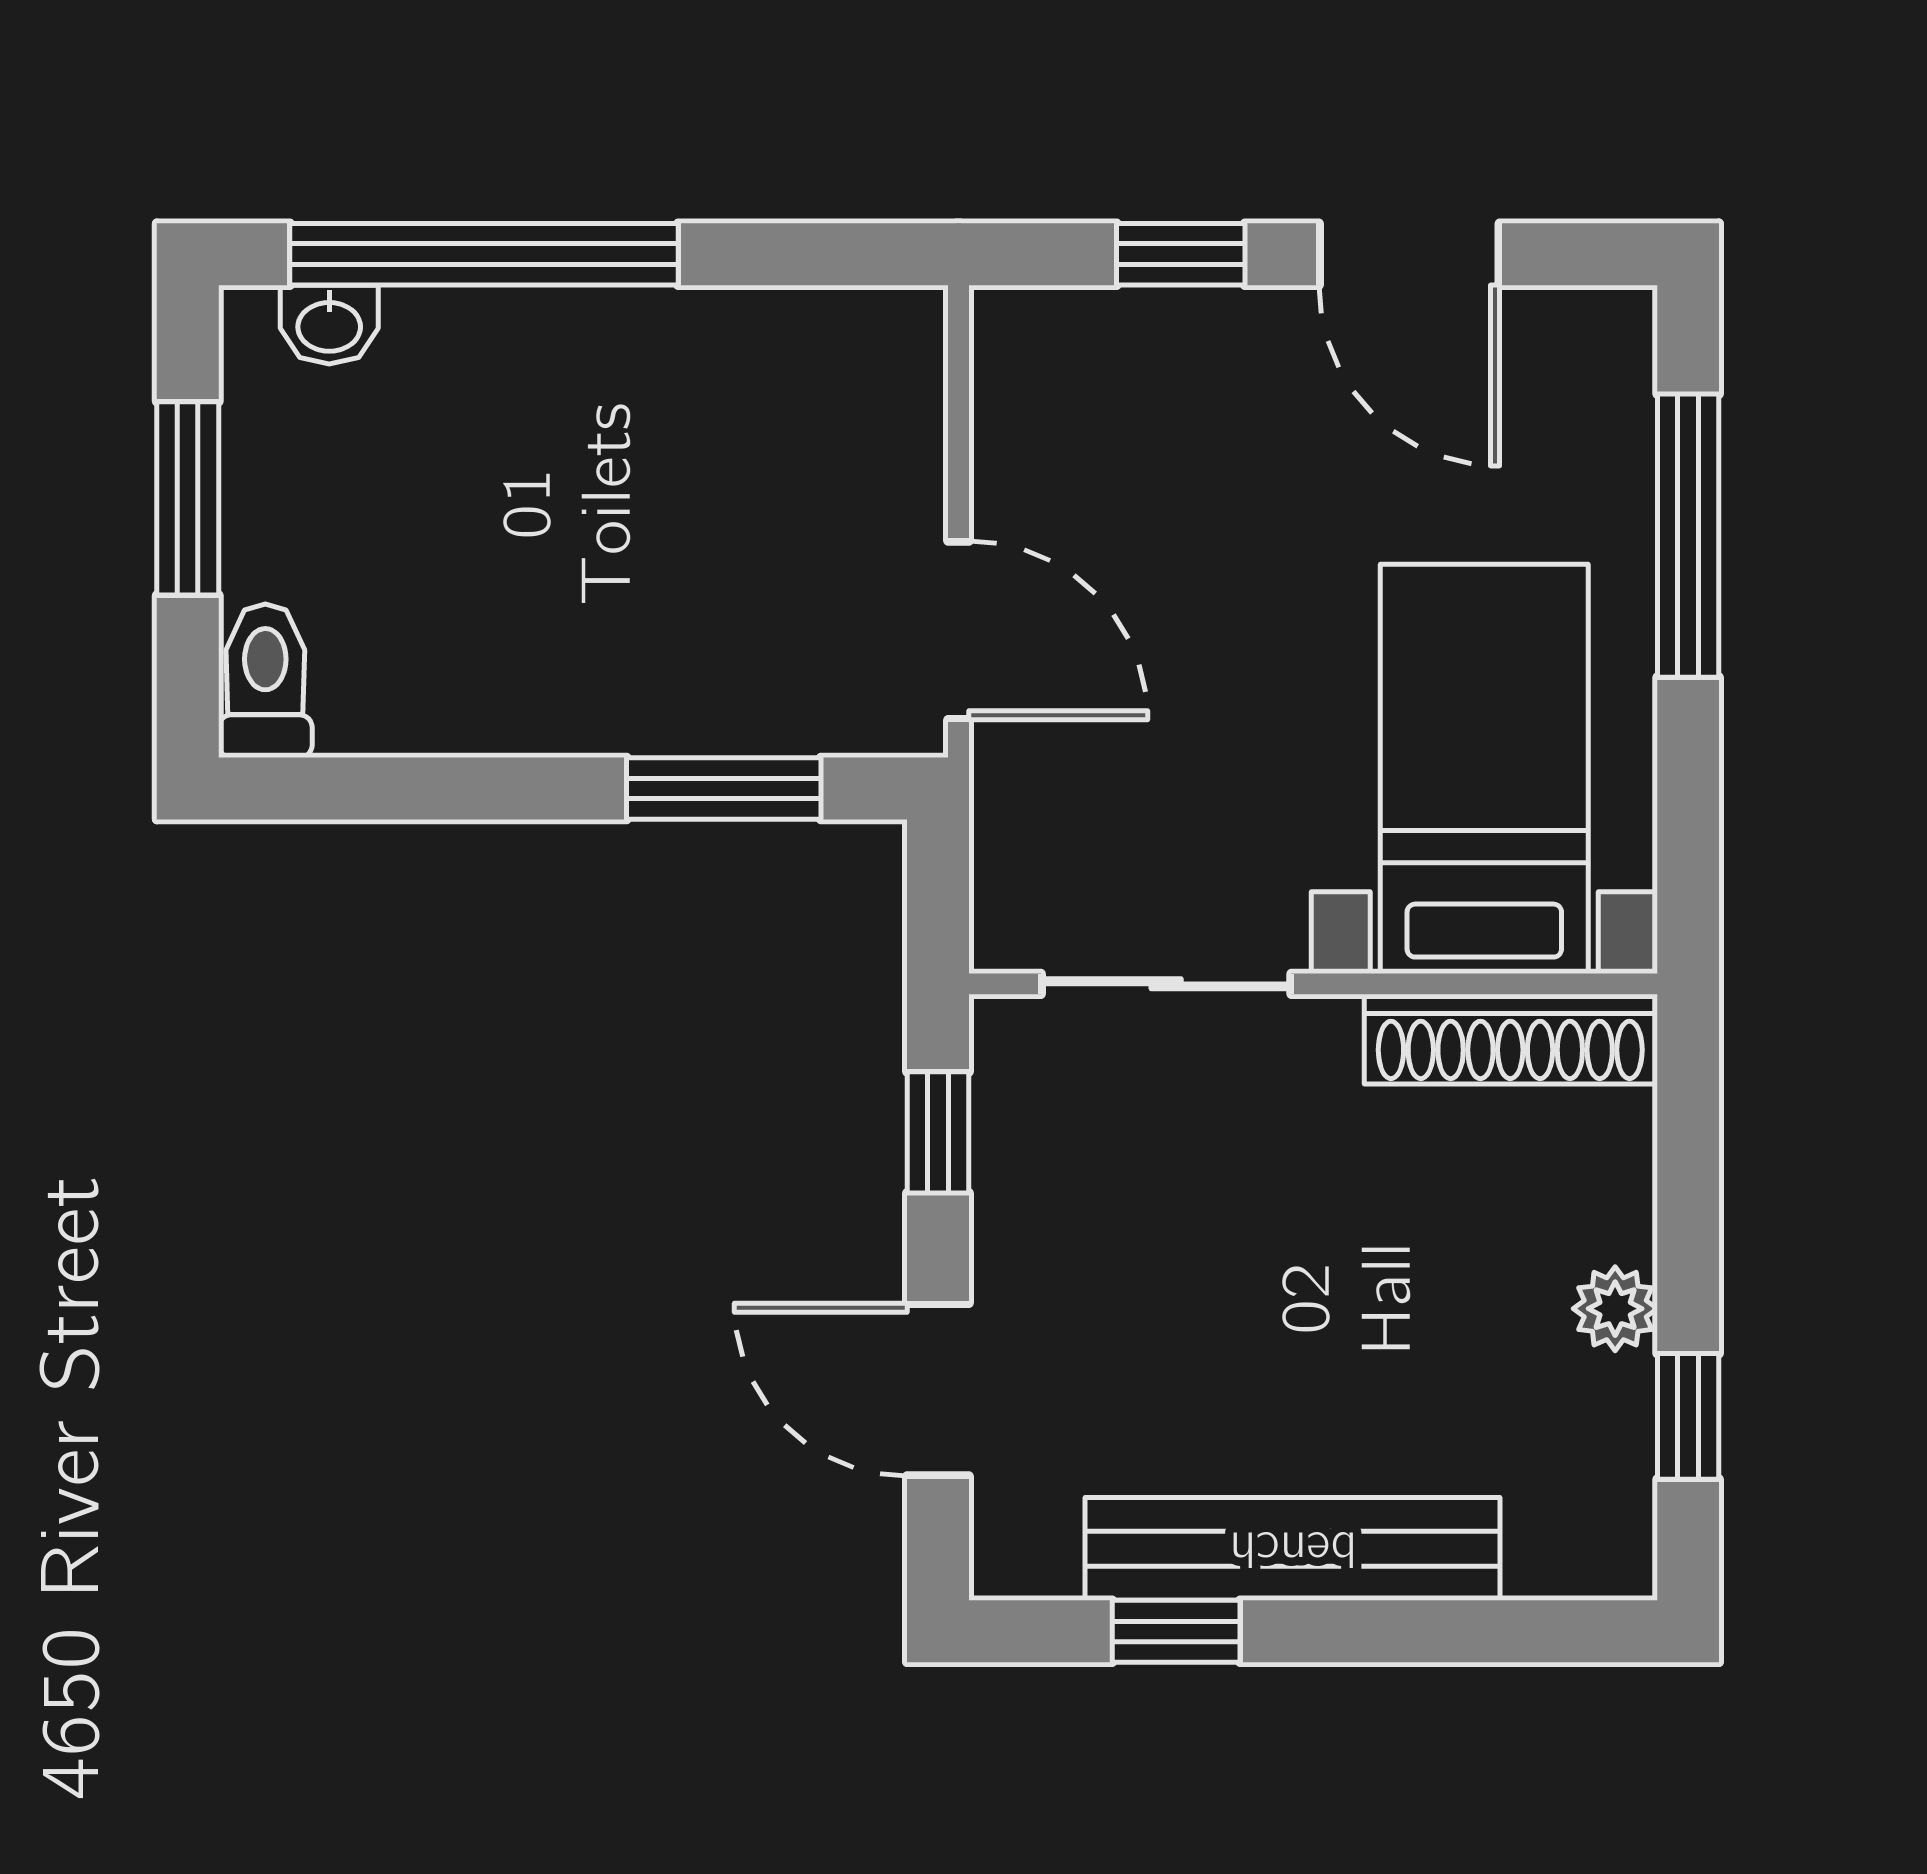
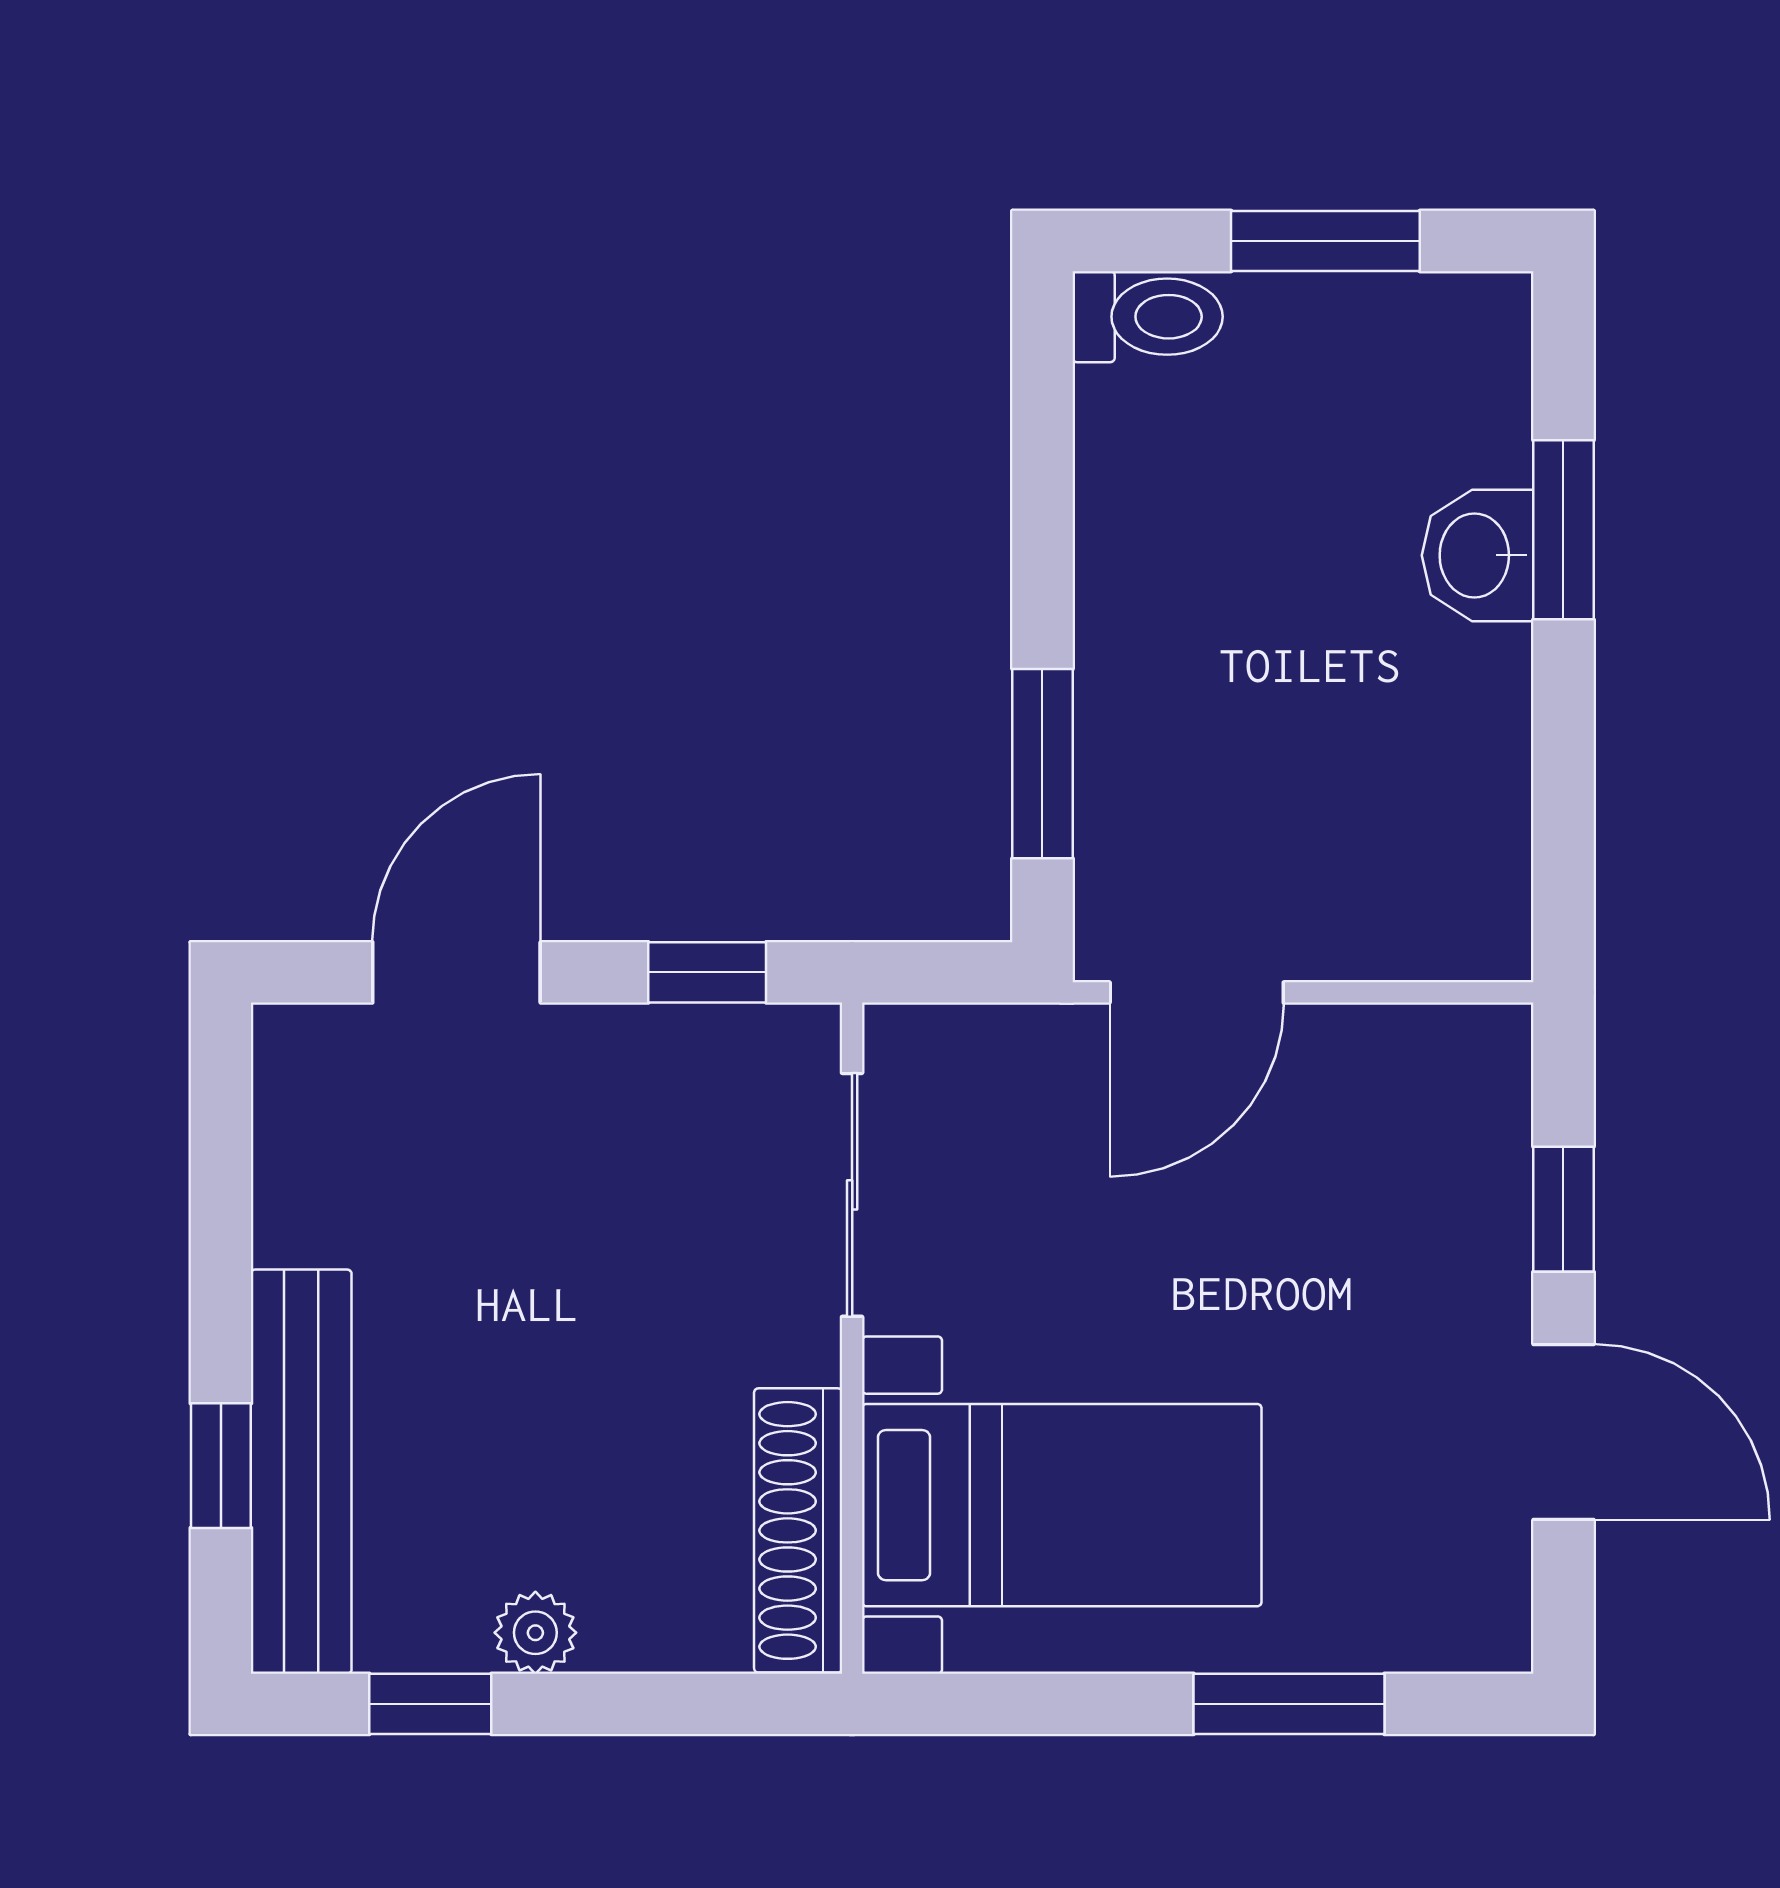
window: (484, 254) -> (1563, 530), width x0.47
door: (1409, 254) -> (1563, 1432), swing flipped
washbasin: (329, 325) -> (1478, 555), moved, width x1.38, depth x1.45
window: (1688, 536) -> (1289, 1704), width x0.69
bench: (1293, 1549) -> (301, 1472), moved
window: (1176, 1631) -> (221, 1466), moved

